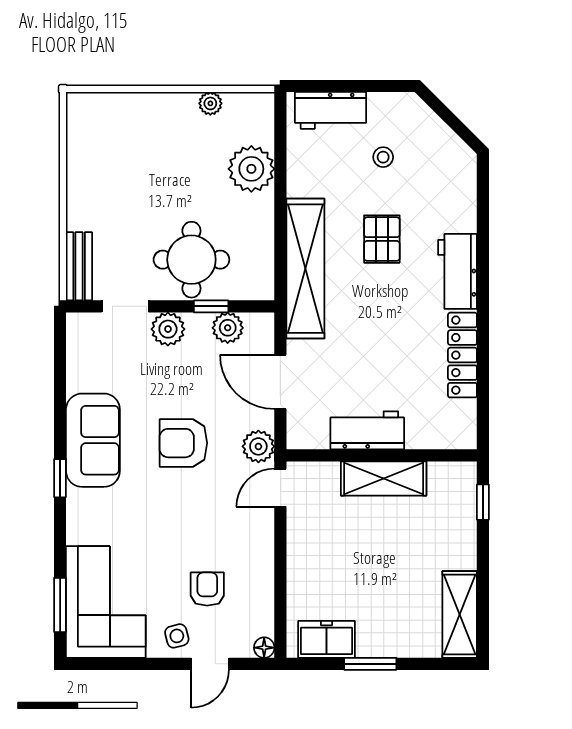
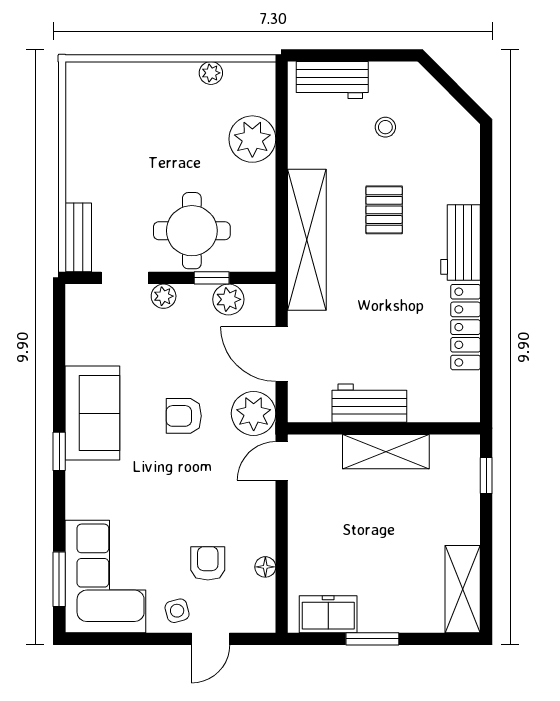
plant: (168, 329) -> (164, 296), width x0.73, depth x0.73
armchair: (183, 443) -> (184, 416), width x0.72, depth x0.72
plant: (258, 446) -> (254, 413), width x1.36, depth x1.36
floor lamp: (264, 648) -> (265, 567), moved

